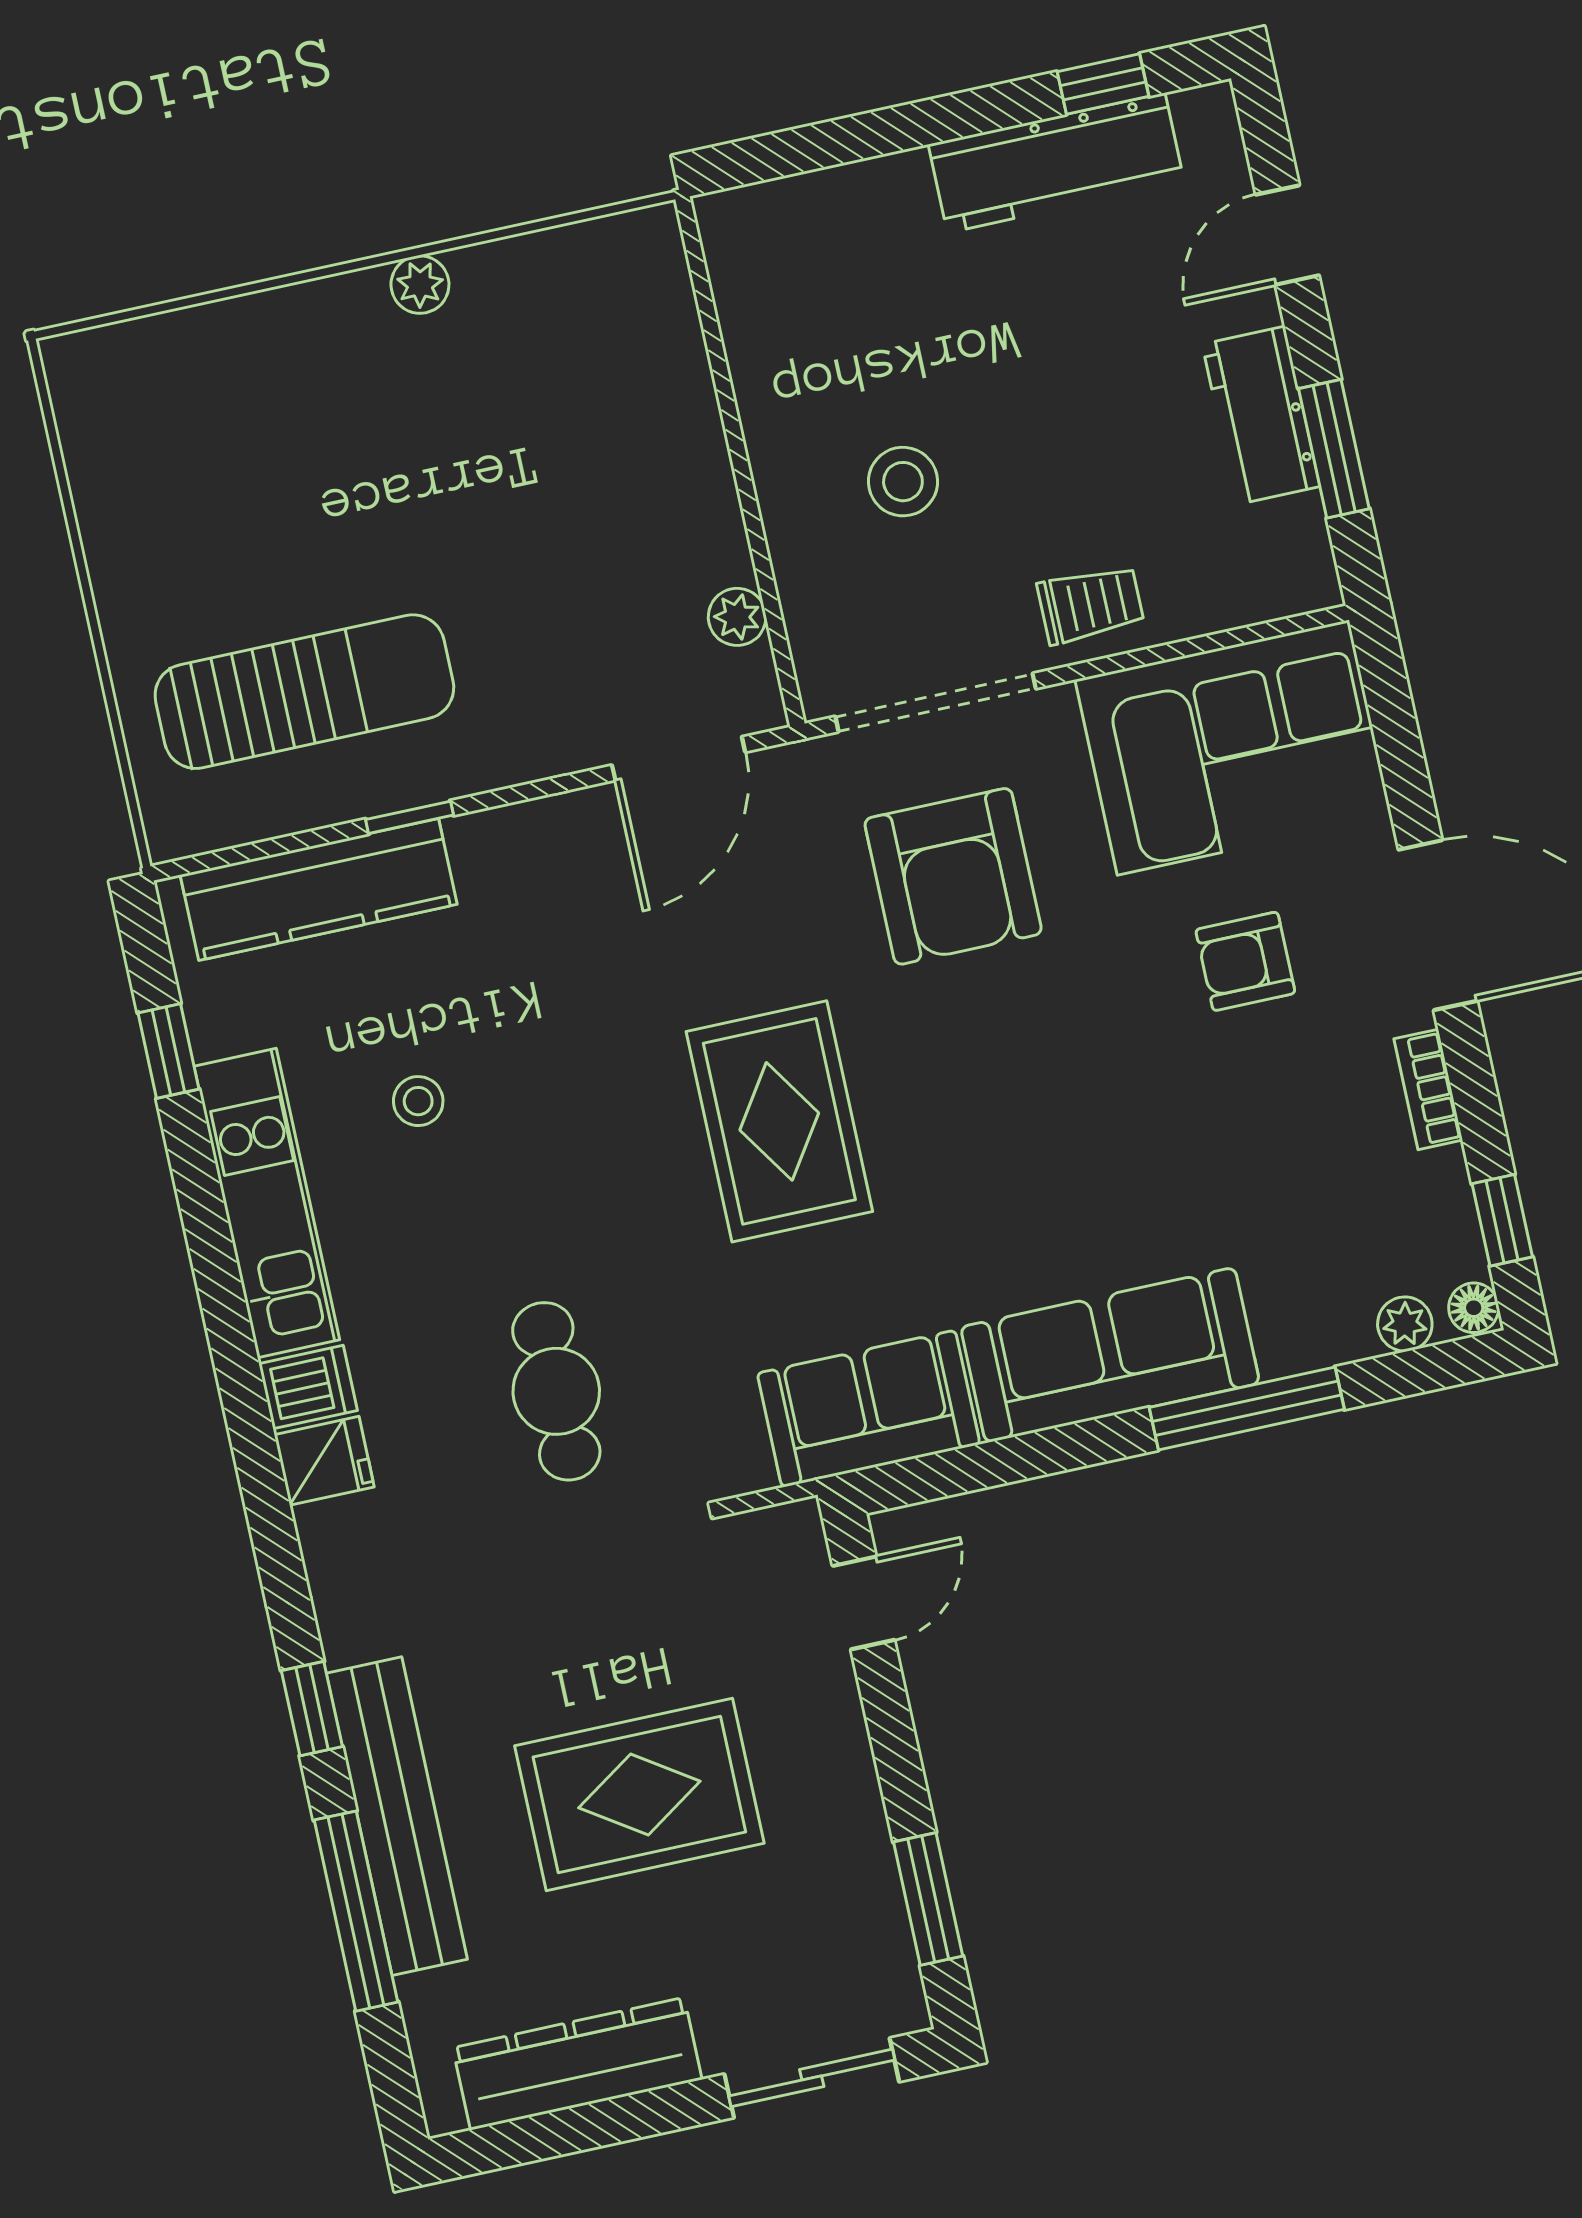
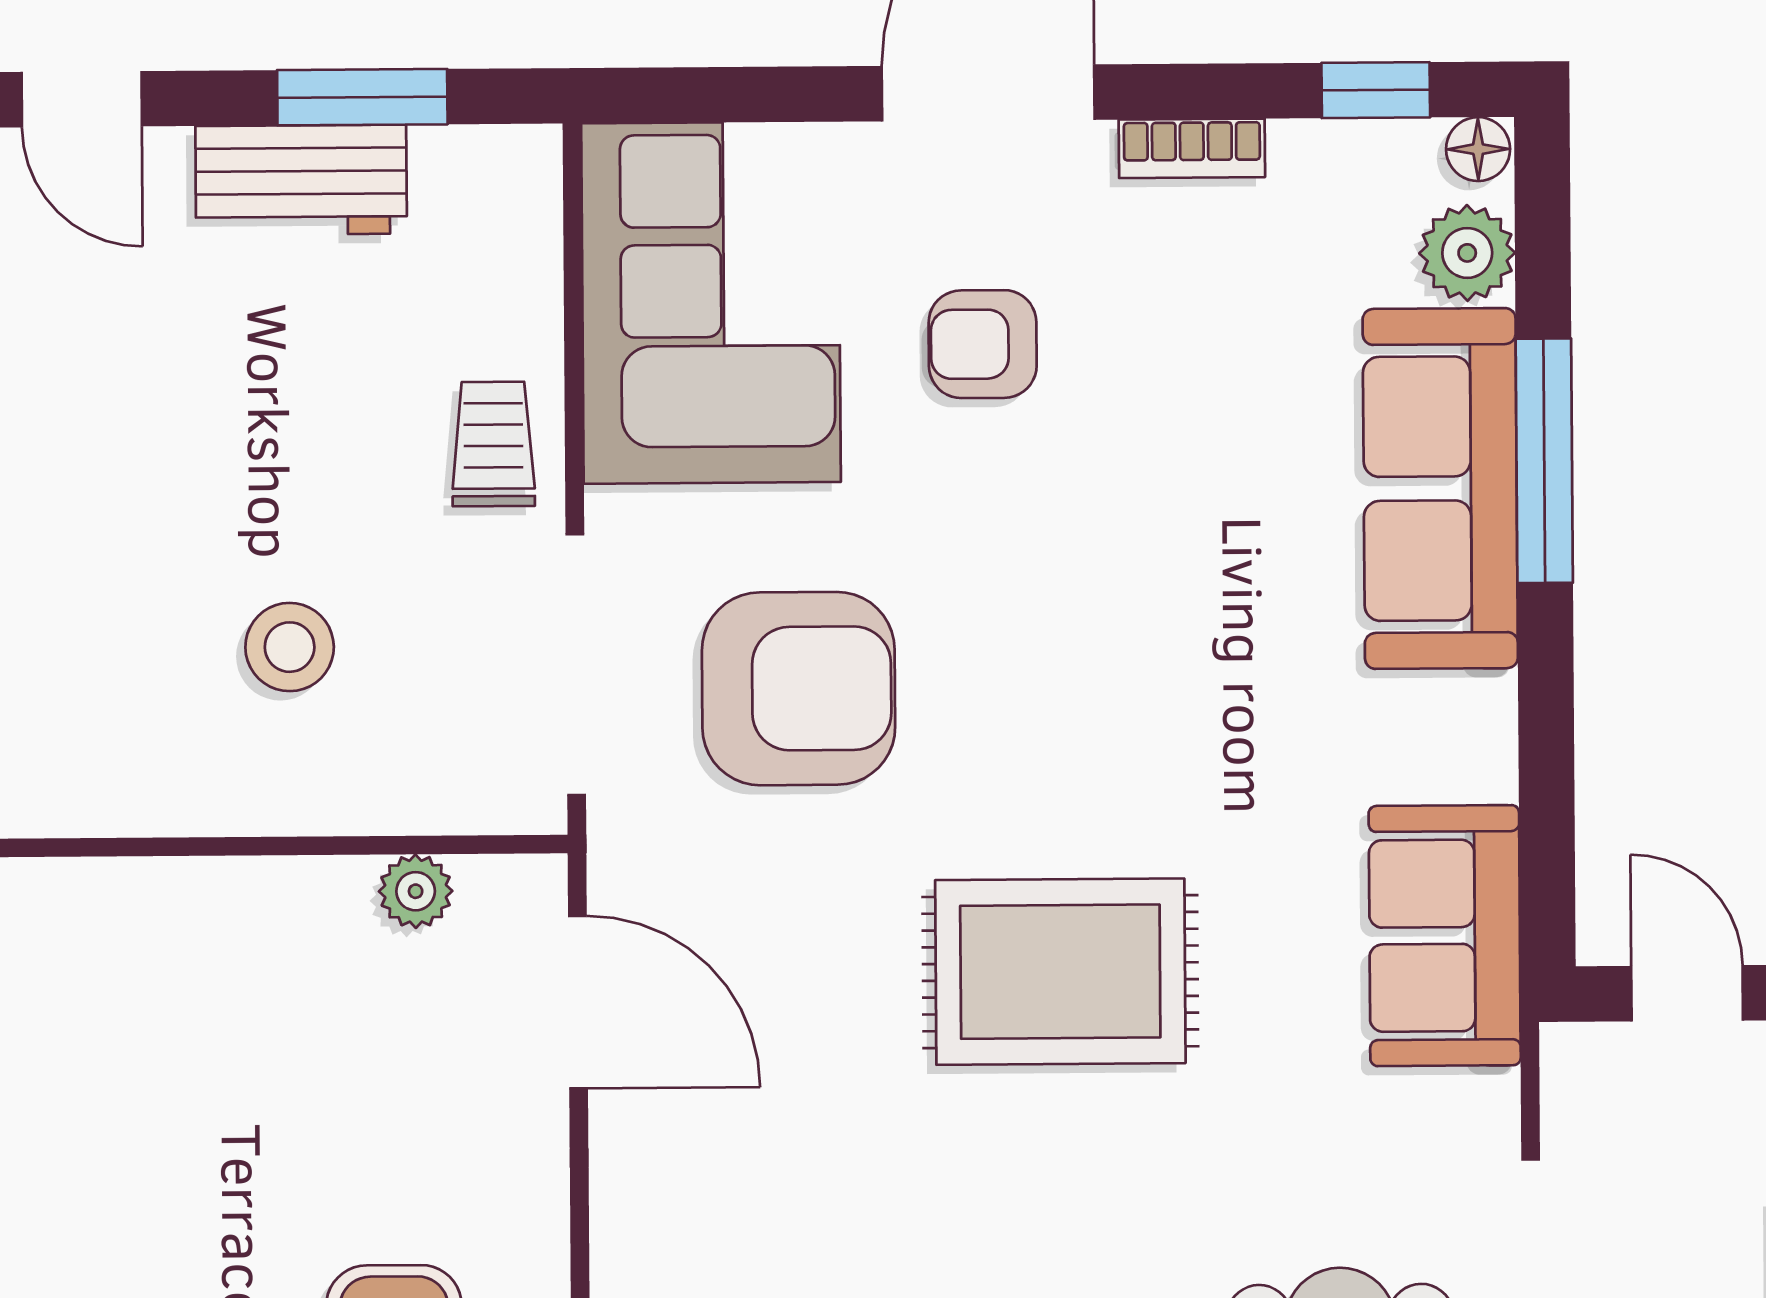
armchair: (1245, 961) -> (983, 344), turned 90
plant: (1405, 1324) -> (1467, 253), width x1.38, depth x1.38
sofa: (1110, 1355) -> (1440, 488), moved

